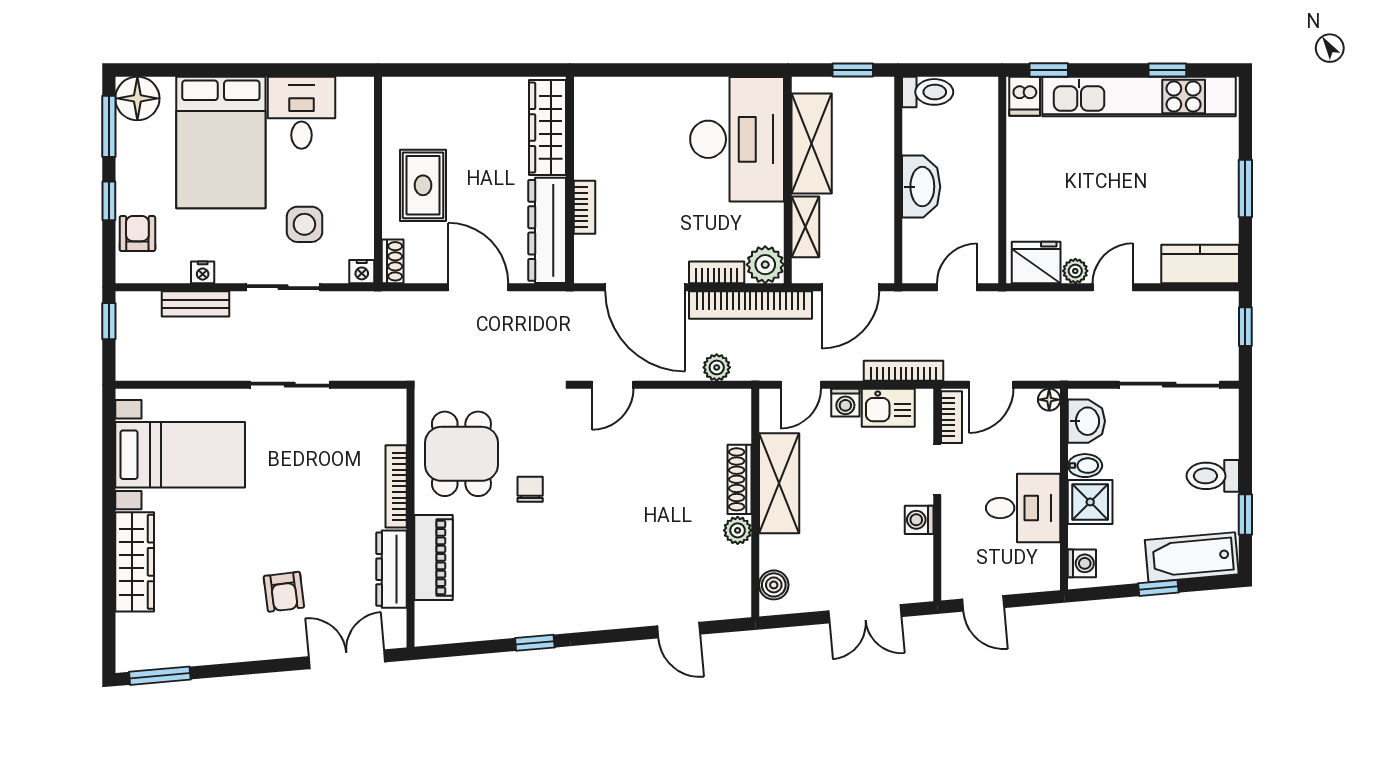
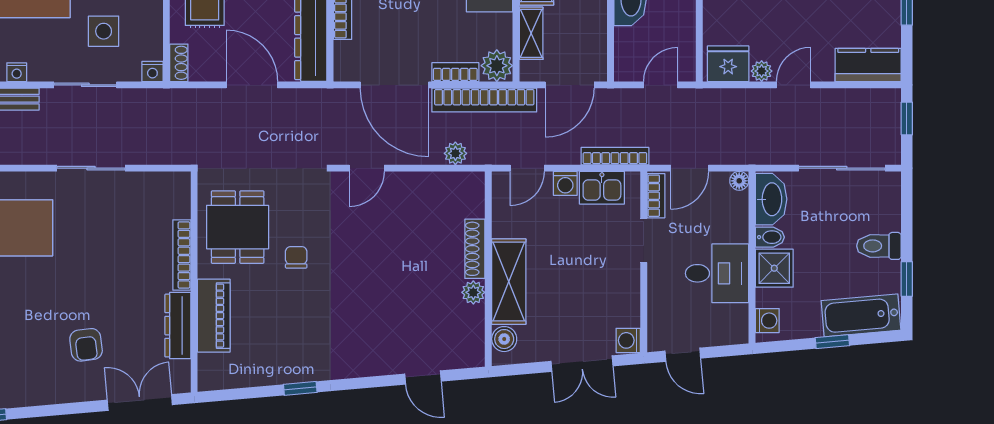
washbasin: (1086, 421) -> (771, 199), width x1.38
shelving: (779, 483) -> (509, 282), moved
washing machine: (919, 520) -> (628, 340), moved

